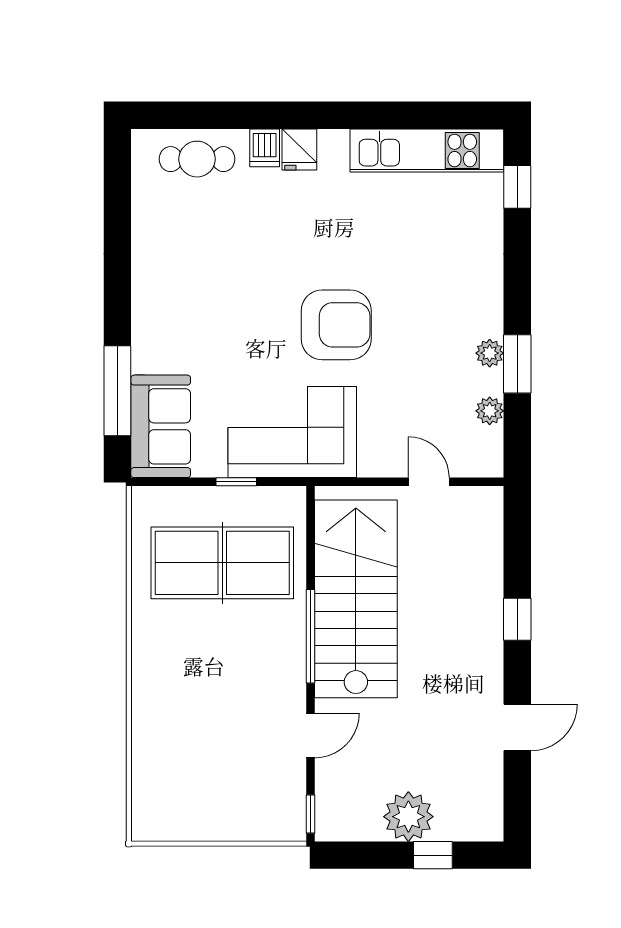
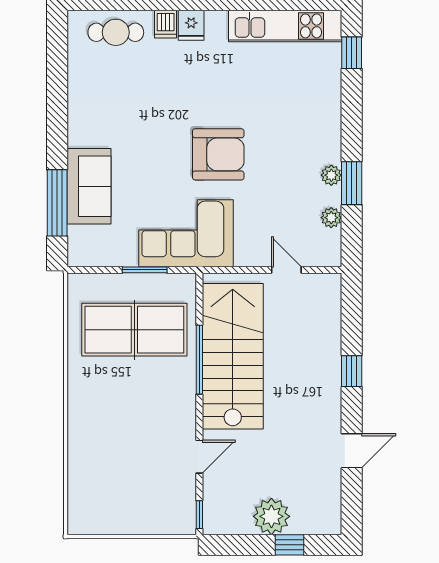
sofa: (161, 426) -> (89, 186), moved
window: (236, 482) -> (145, 270), width x1.50
window: (311, 636) -> (199, 360), moved

